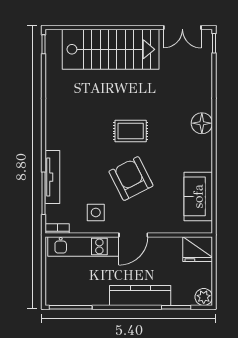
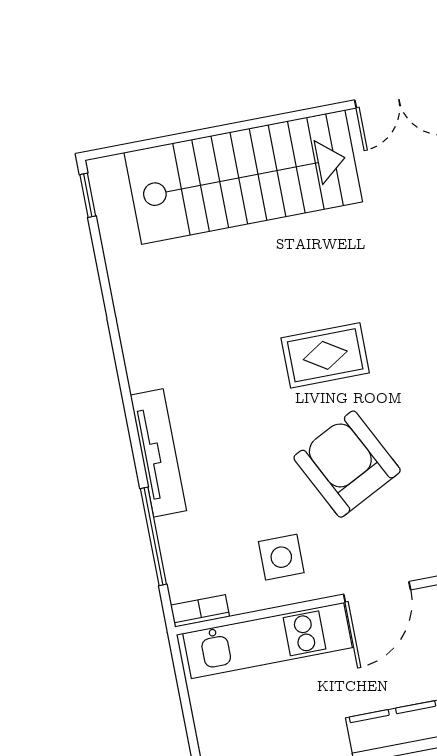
tv unit: (52, 177) -> (158, 453), moved

